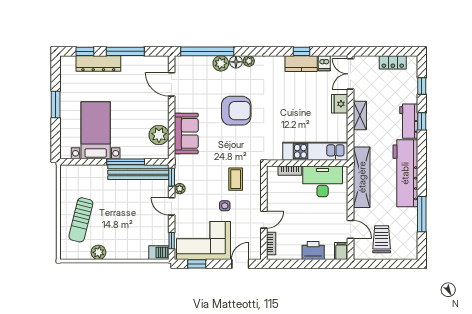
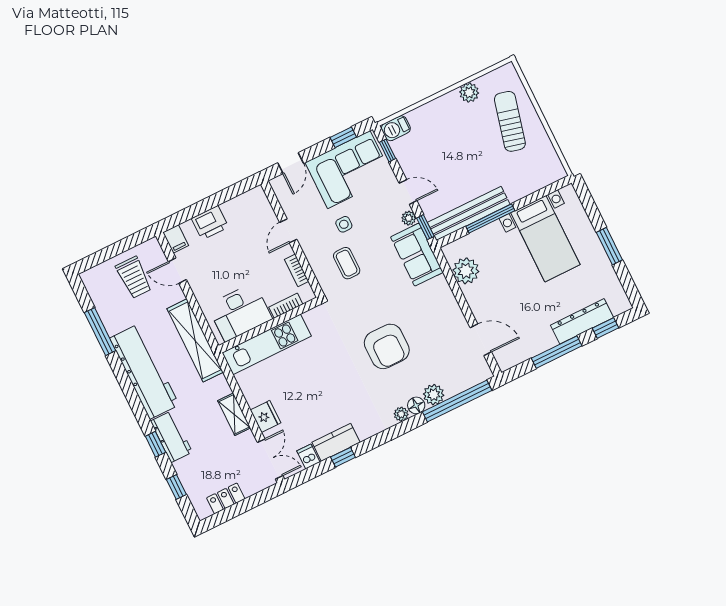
armchair: (236, 111) -> (387, 346), turned -90
sofa: (186, 133) -> (417, 255), moved
bookcase: (271, 243) -> (297, 270), moved

